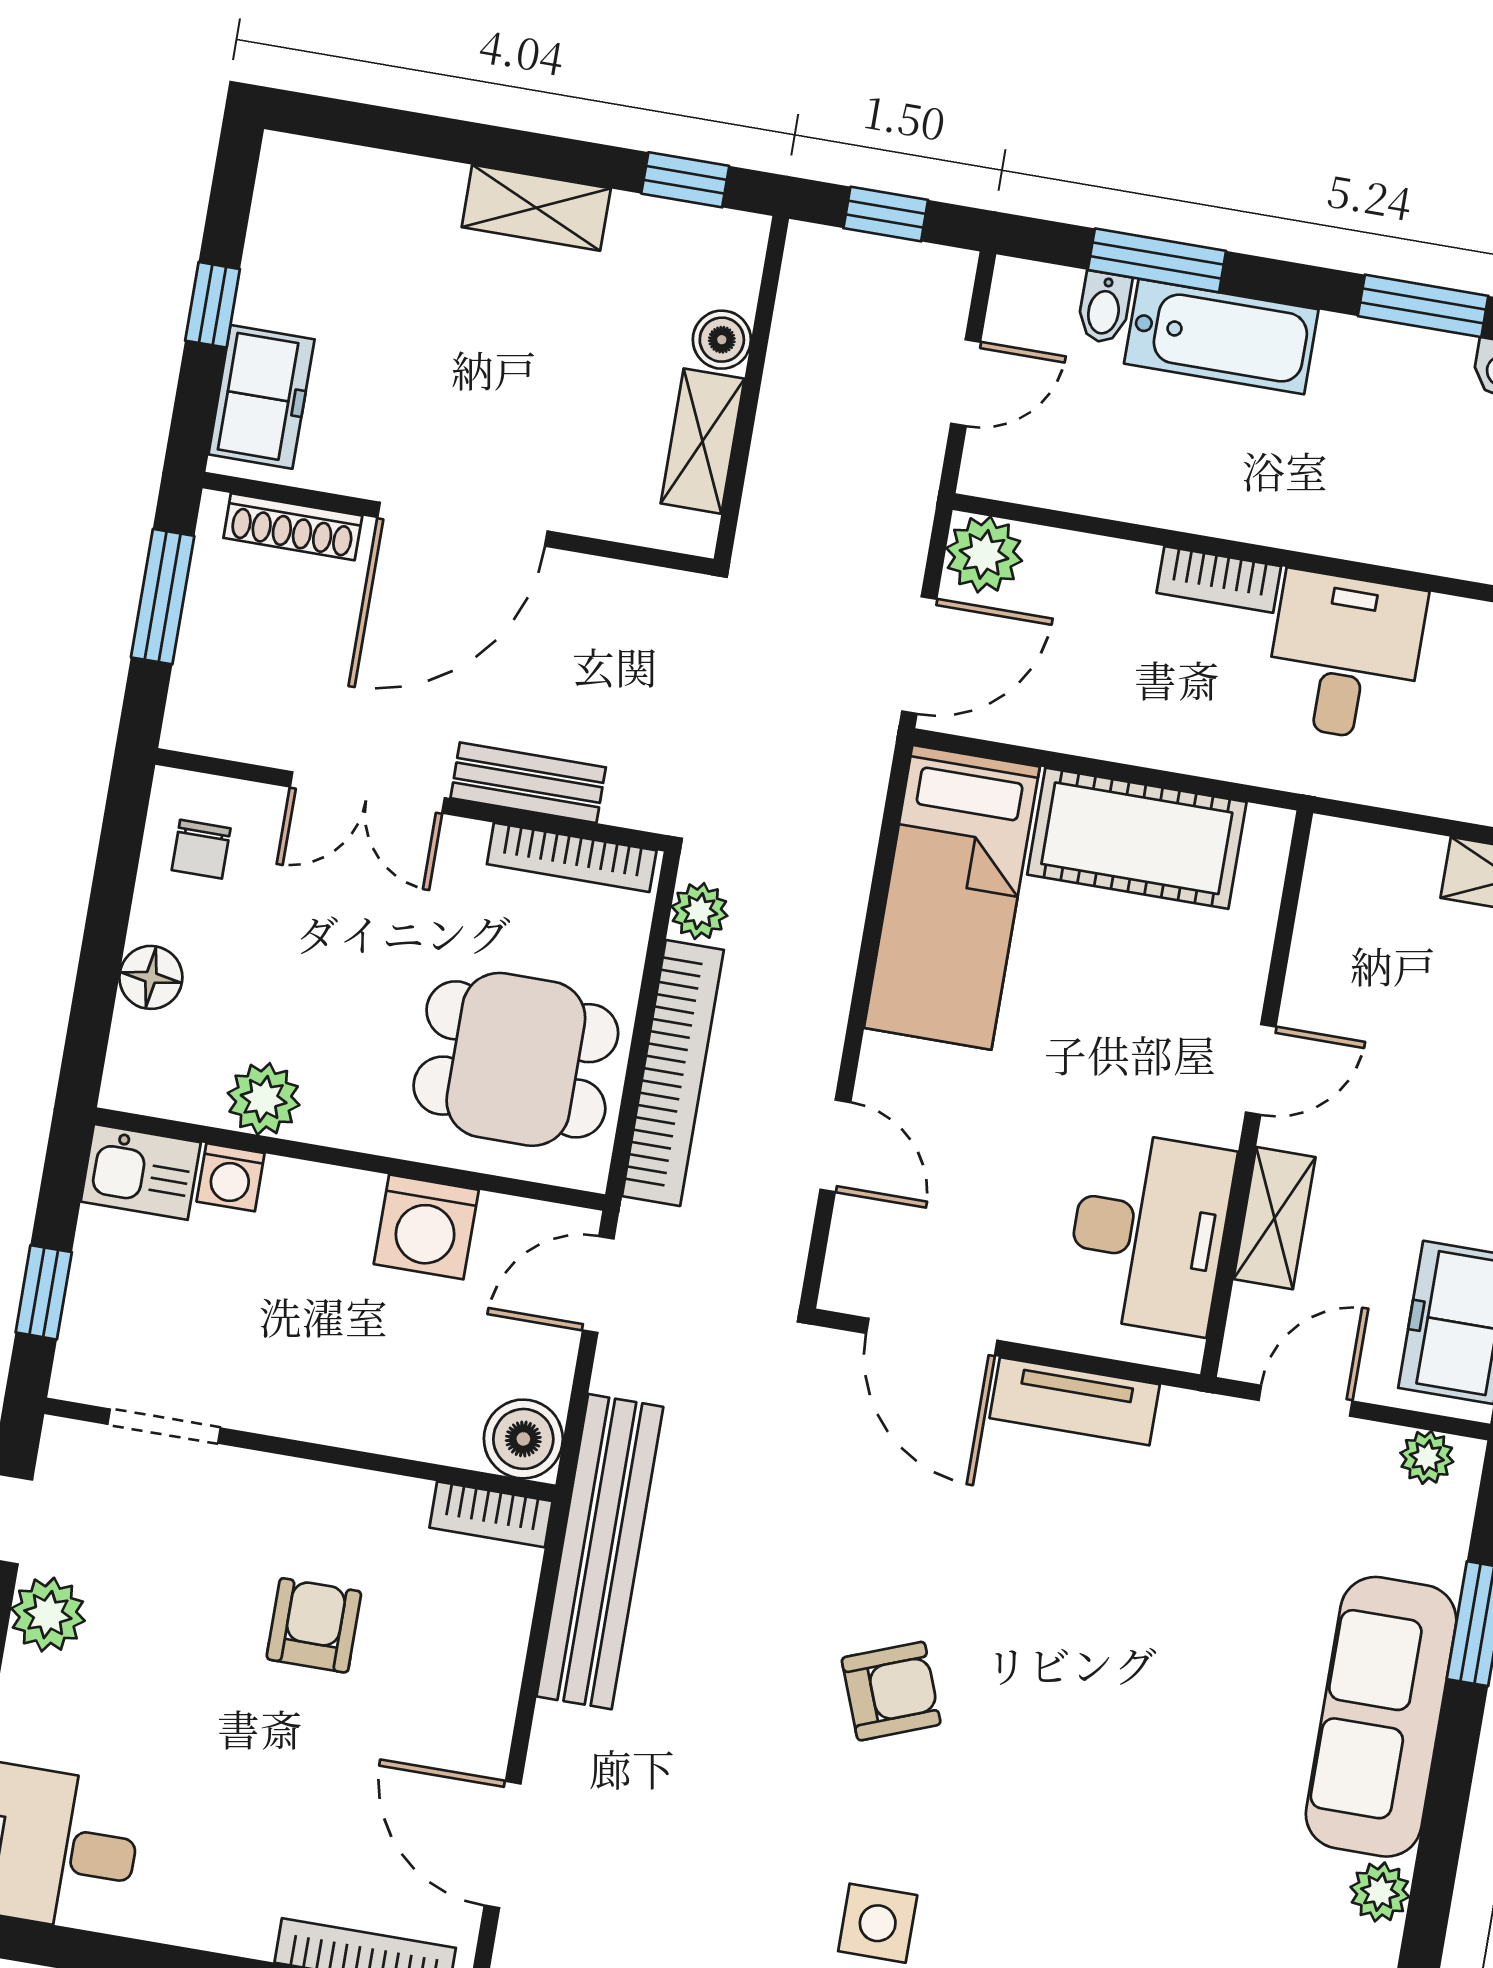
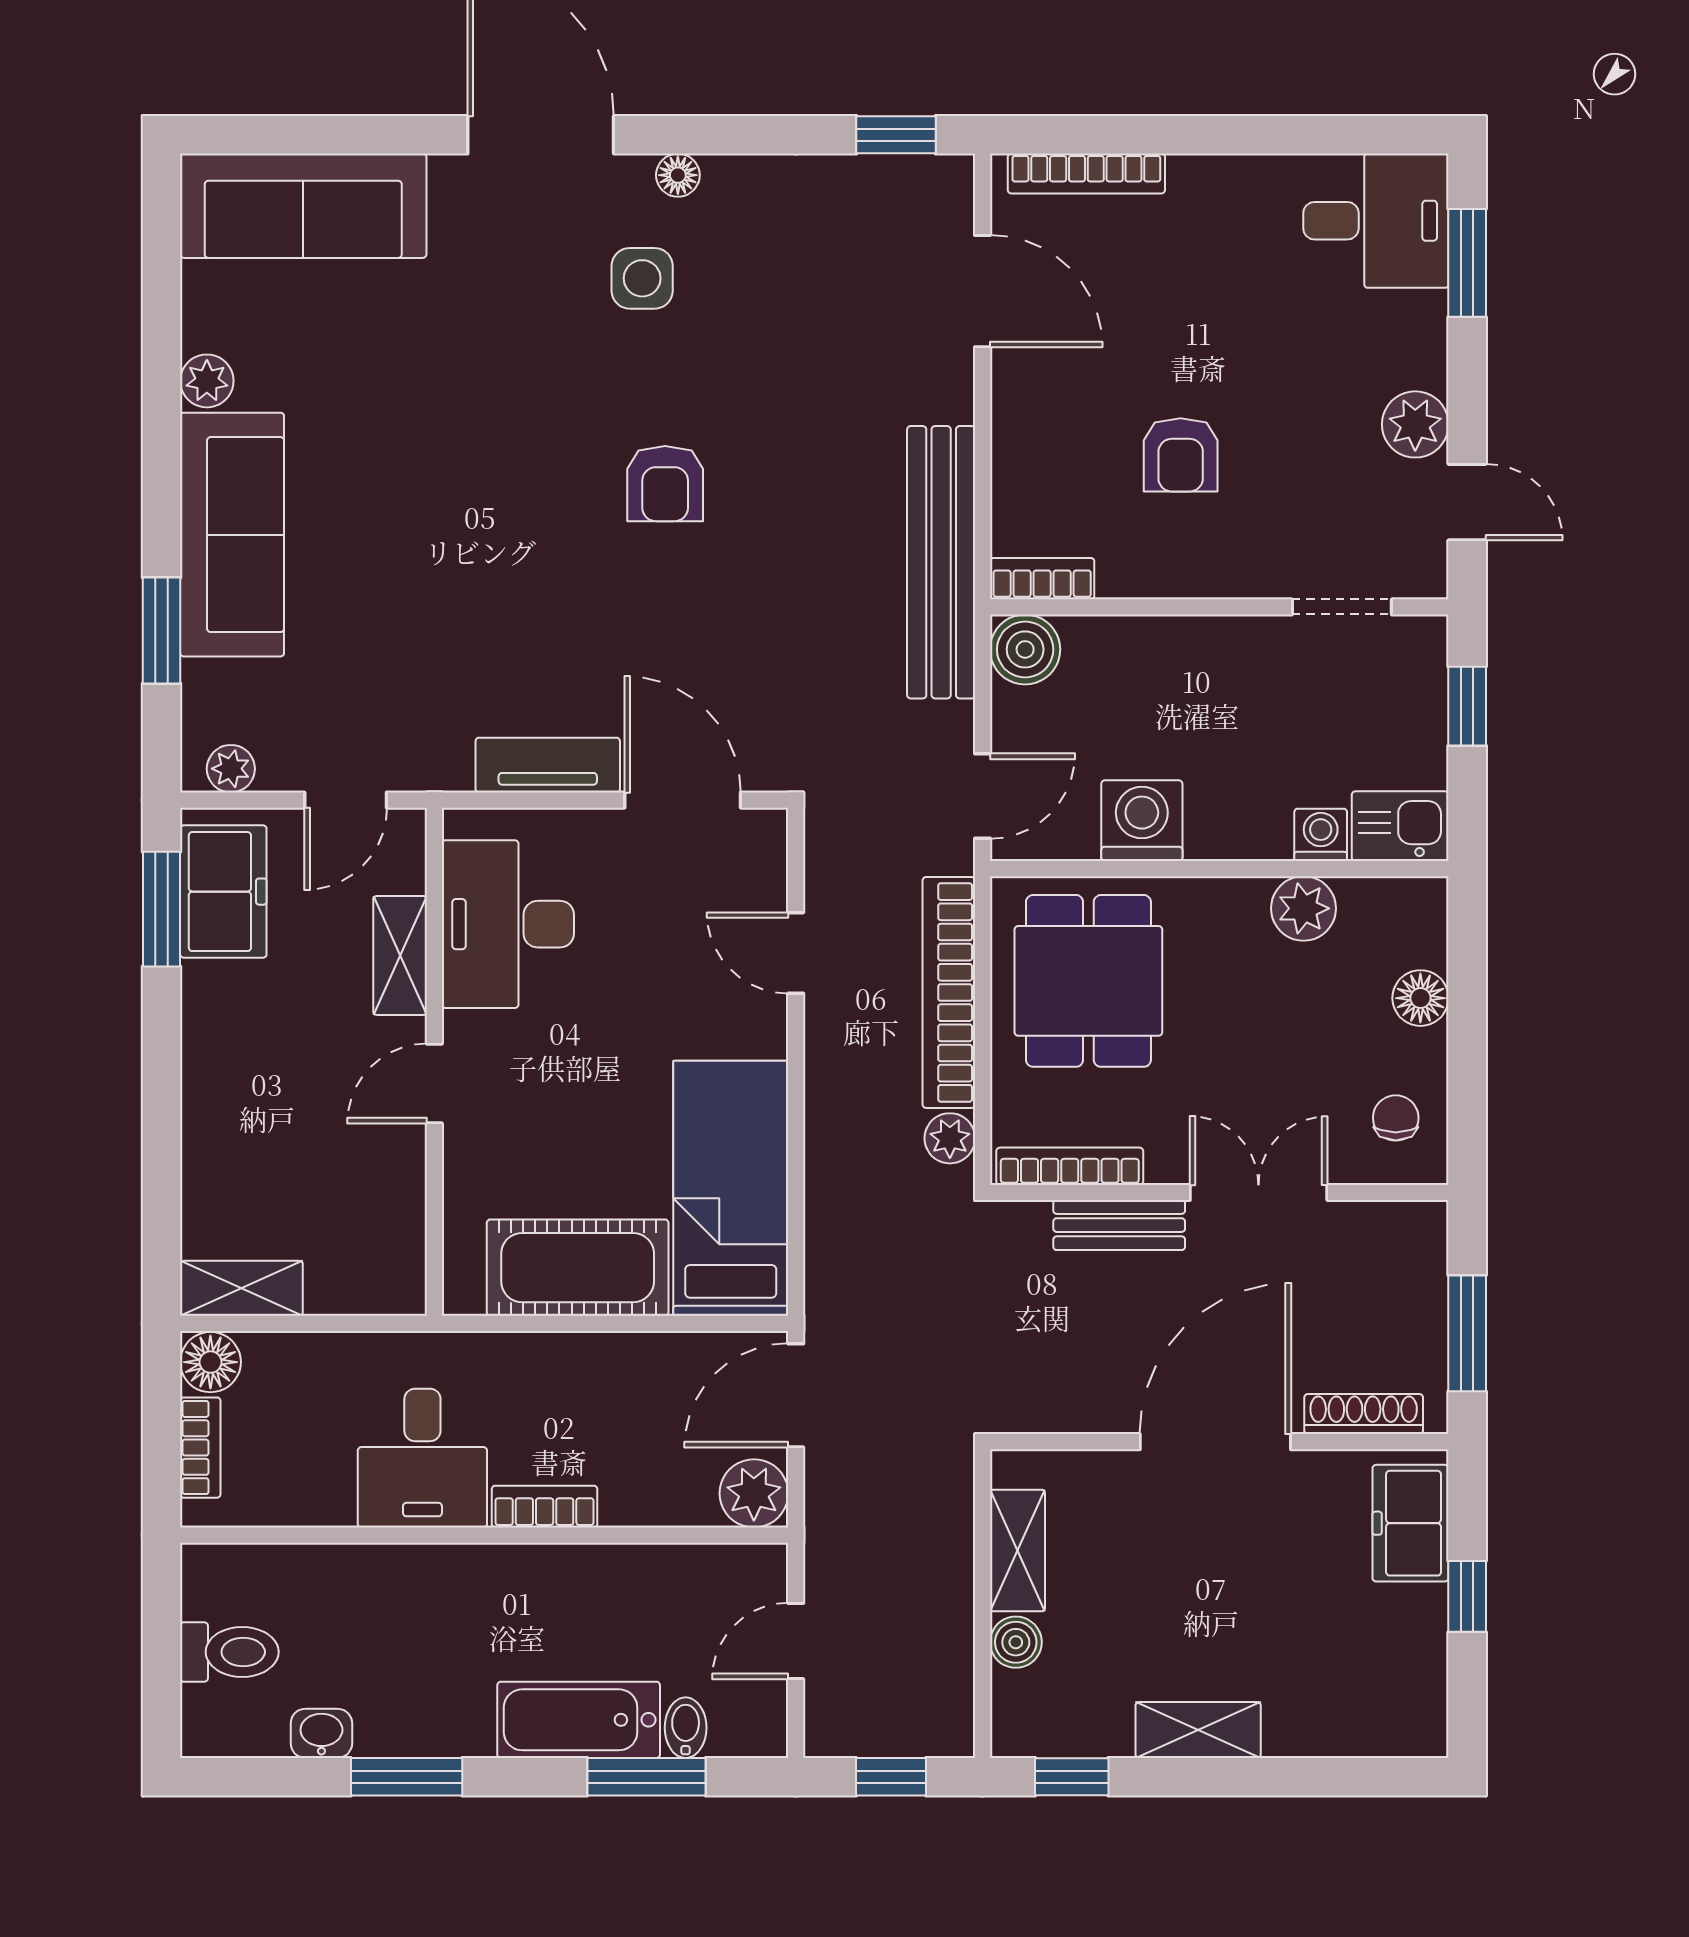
dining table: (516, 1059) -> (1088, 981), turned 90
armchair: (891, 1691) -> (665, 484), turned -69

